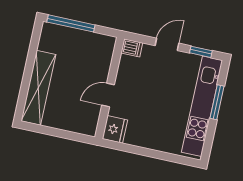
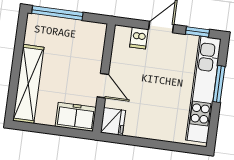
dishwasher: (132, 48) -> (139, 38), moved, turned 90
door: (108, 95) -> (103, 86), swing flipped
freezer: (80, 122) -> (76, 117), added

